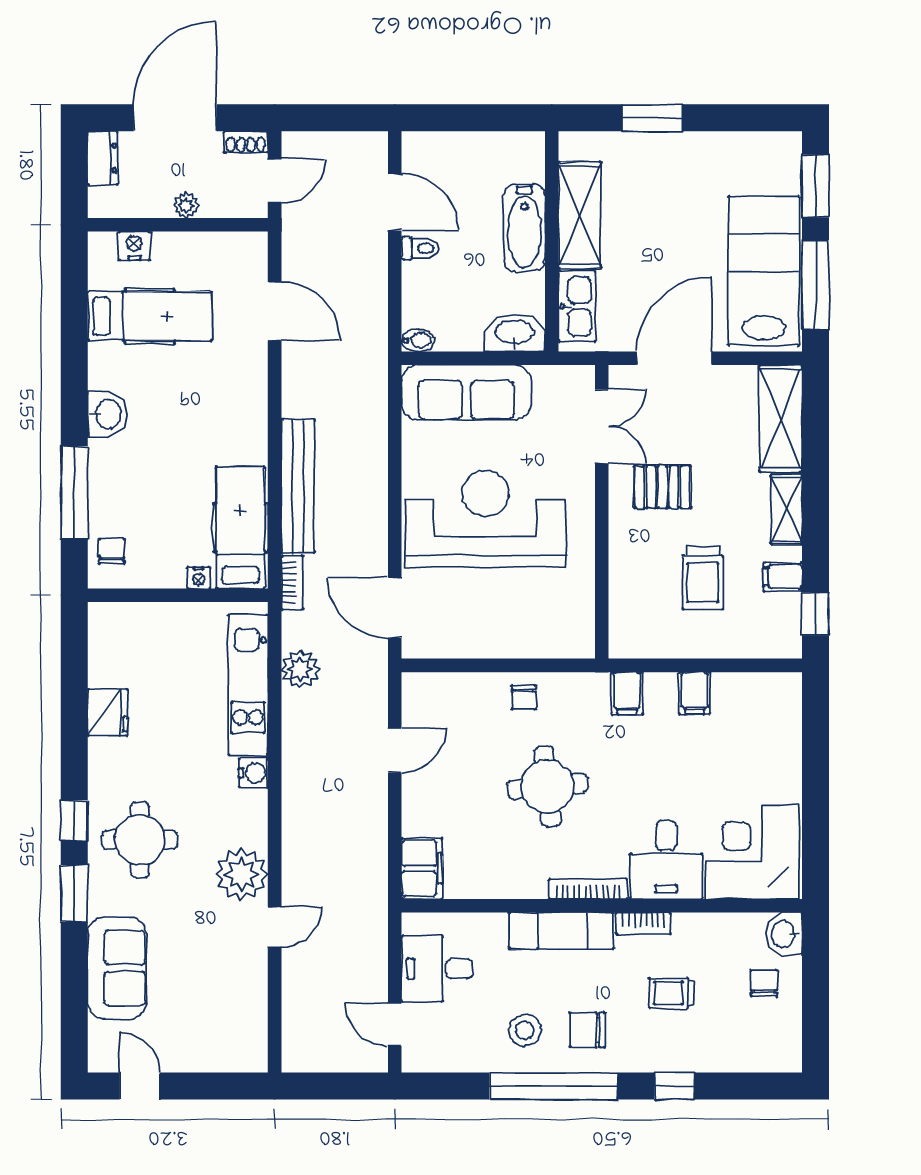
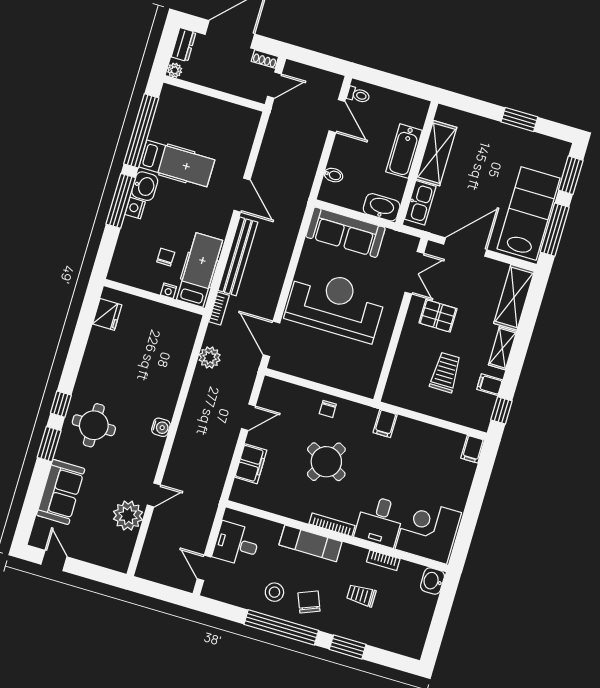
window: (652, 118) -> (519, 119), moved
plant: (186, 205) -> (175, 70), moved
nightstand: (134, 246) -> (135, 208), moved, turned -90
toilet: (420, 248) -> (358, 95), moved
door: (275, 311) -> (242, 195), moved
hospital bed: (150, 316) -> (177, 163), moved
window: (74, 323) -> (141, 131), added
bidet: (418, 340) -> (333, 175), moved
window: (74, 493) -> (121, 201), moved
chair: (112, 551) -> (166, 257), moved
trolley: (703, 578) -> (445, 372), turned 180
kitchen unit: (248, 685) -> (178, 358), removed
filing cabinet: (695, 693) -> (473, 449), moved
fridge: (108, 712) -> (107, 314), moved
water cooler: (253, 773) -> (161, 427), moved
round table: (547, 786) -> (326, 462), turned 35
filing cabinet: (422, 868) -> (251, 464), moved
plant: (242, 874) -> (128, 516), moved
bookcase: (643, 923) -> (383, 560), moved
chair: (764, 983) -> (414, 605), removed
chair: (588, 1030) -> (309, 602), turned 68
window: (674, 1086) -> (348, 647), width x1.50

